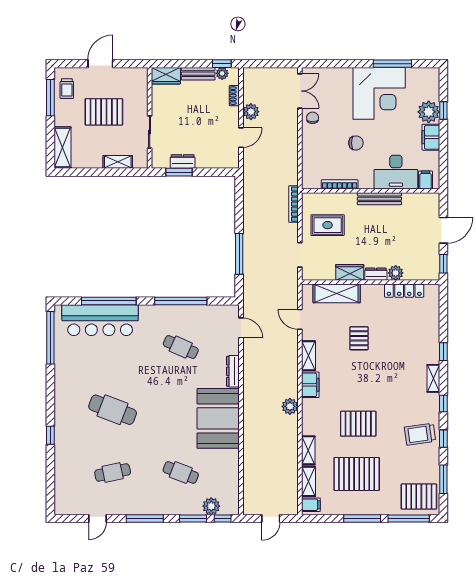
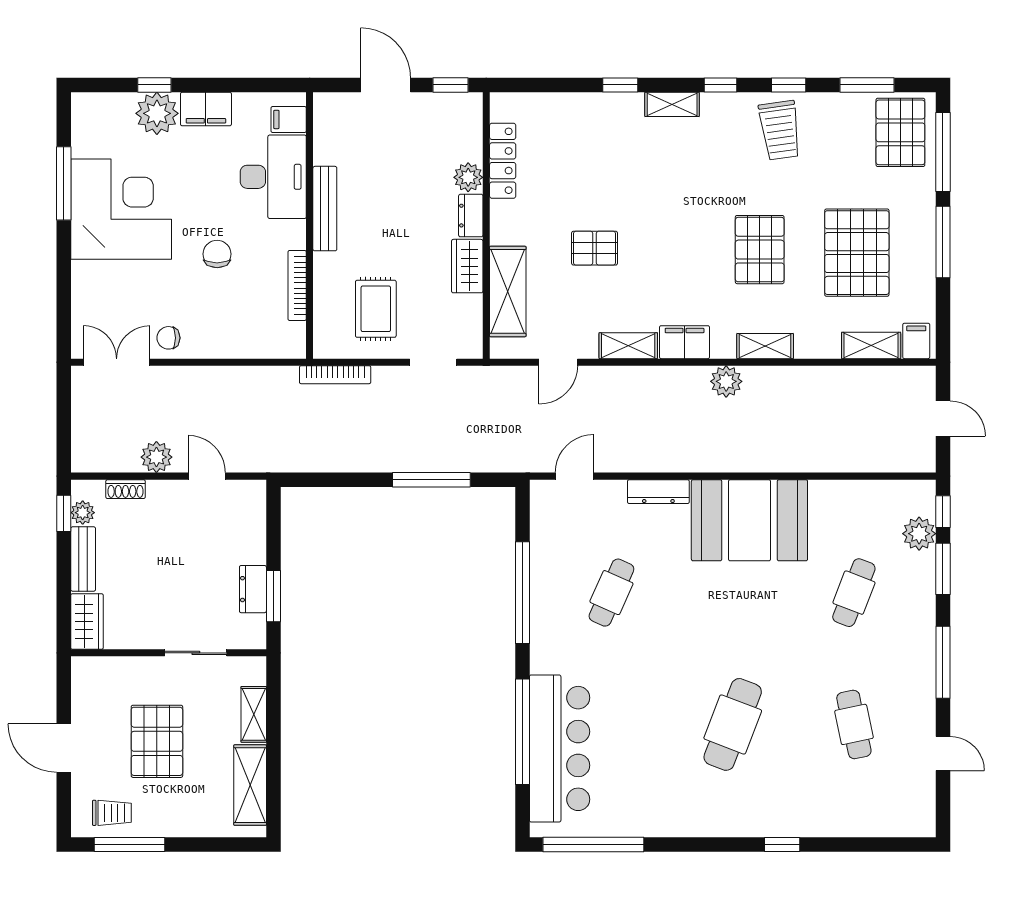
shelving: (62, 148) -> (250, 785), moved, turned 90
shelving: (308, 450) -> (765, 346), moved

